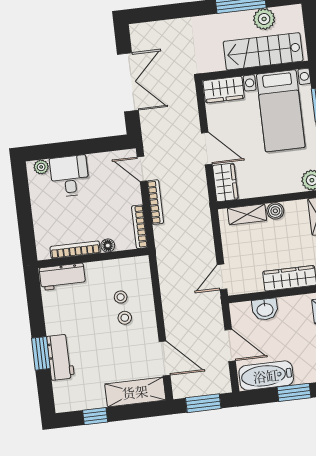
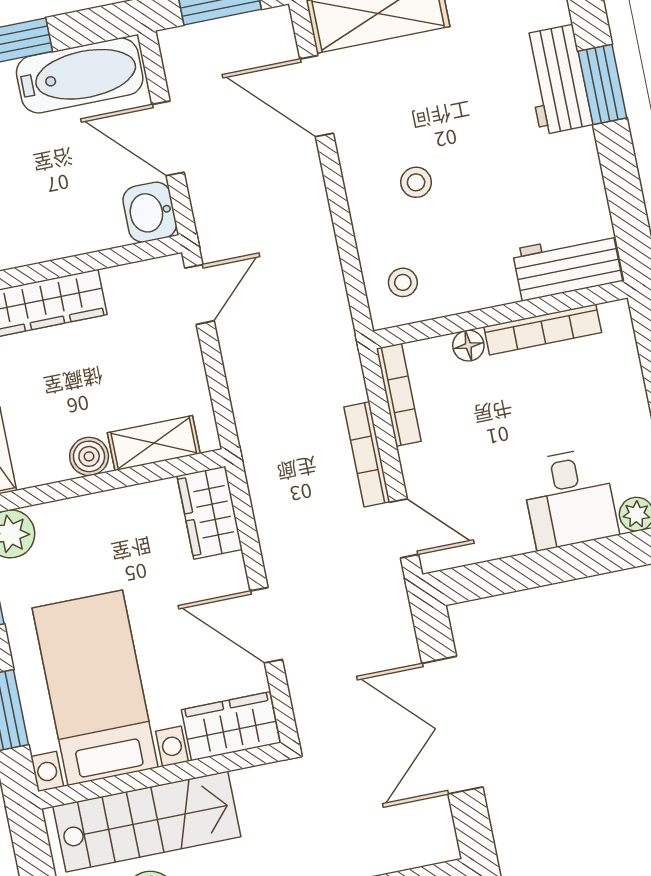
door: (207, 148) -> (266, 625), moved
stool: (121, 297) -> (403, 282), moved
washbasin: (265, 309) -> (150, 212), moved, turned -90

